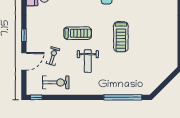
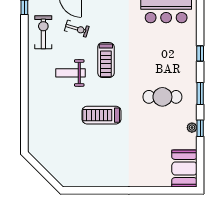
exercise bike: (56, 82) -> (43, 32), turned 180
window: (123, 97) -> (24, 118), removed

